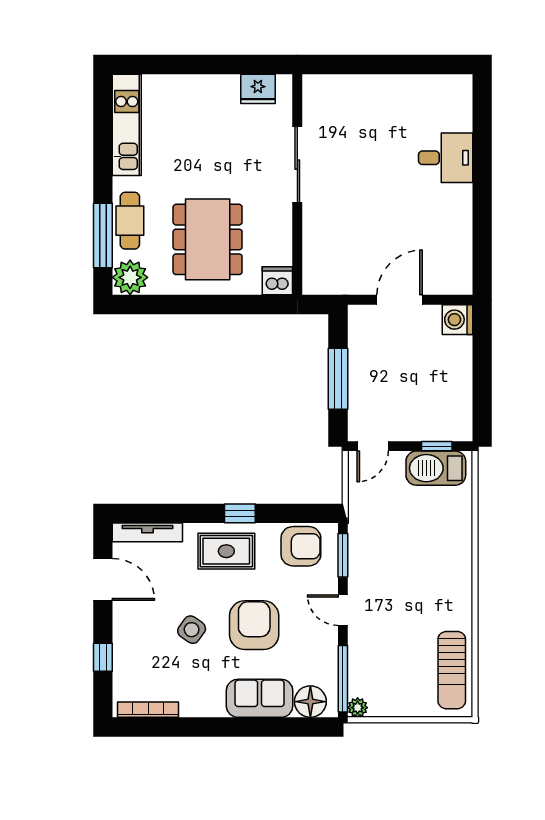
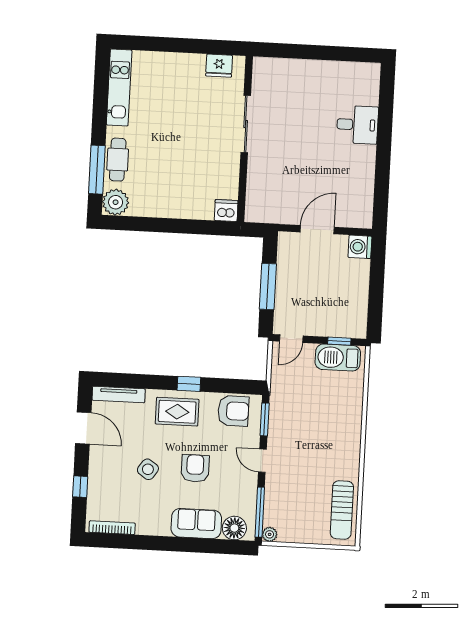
dining table: (208, 239) -> (175, 177), removed
armchair: (254, 625) -> (195, 468), width x0.73, depth x0.73

